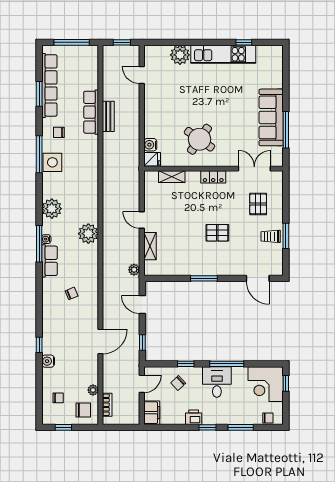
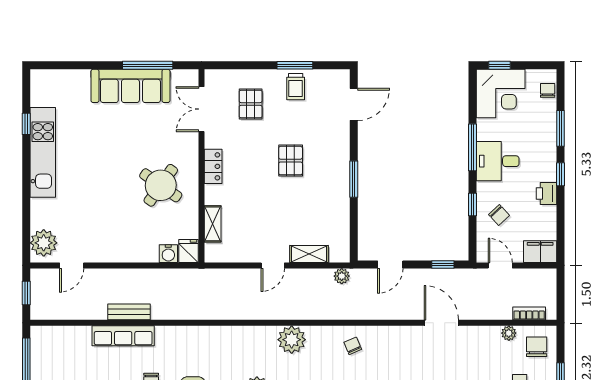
plant: (180, 55) -> (44, 243), moved
pallet: (258, 204) -> (251, 104), turned 90
chair: (72, 293) -> (353, 346), moved

